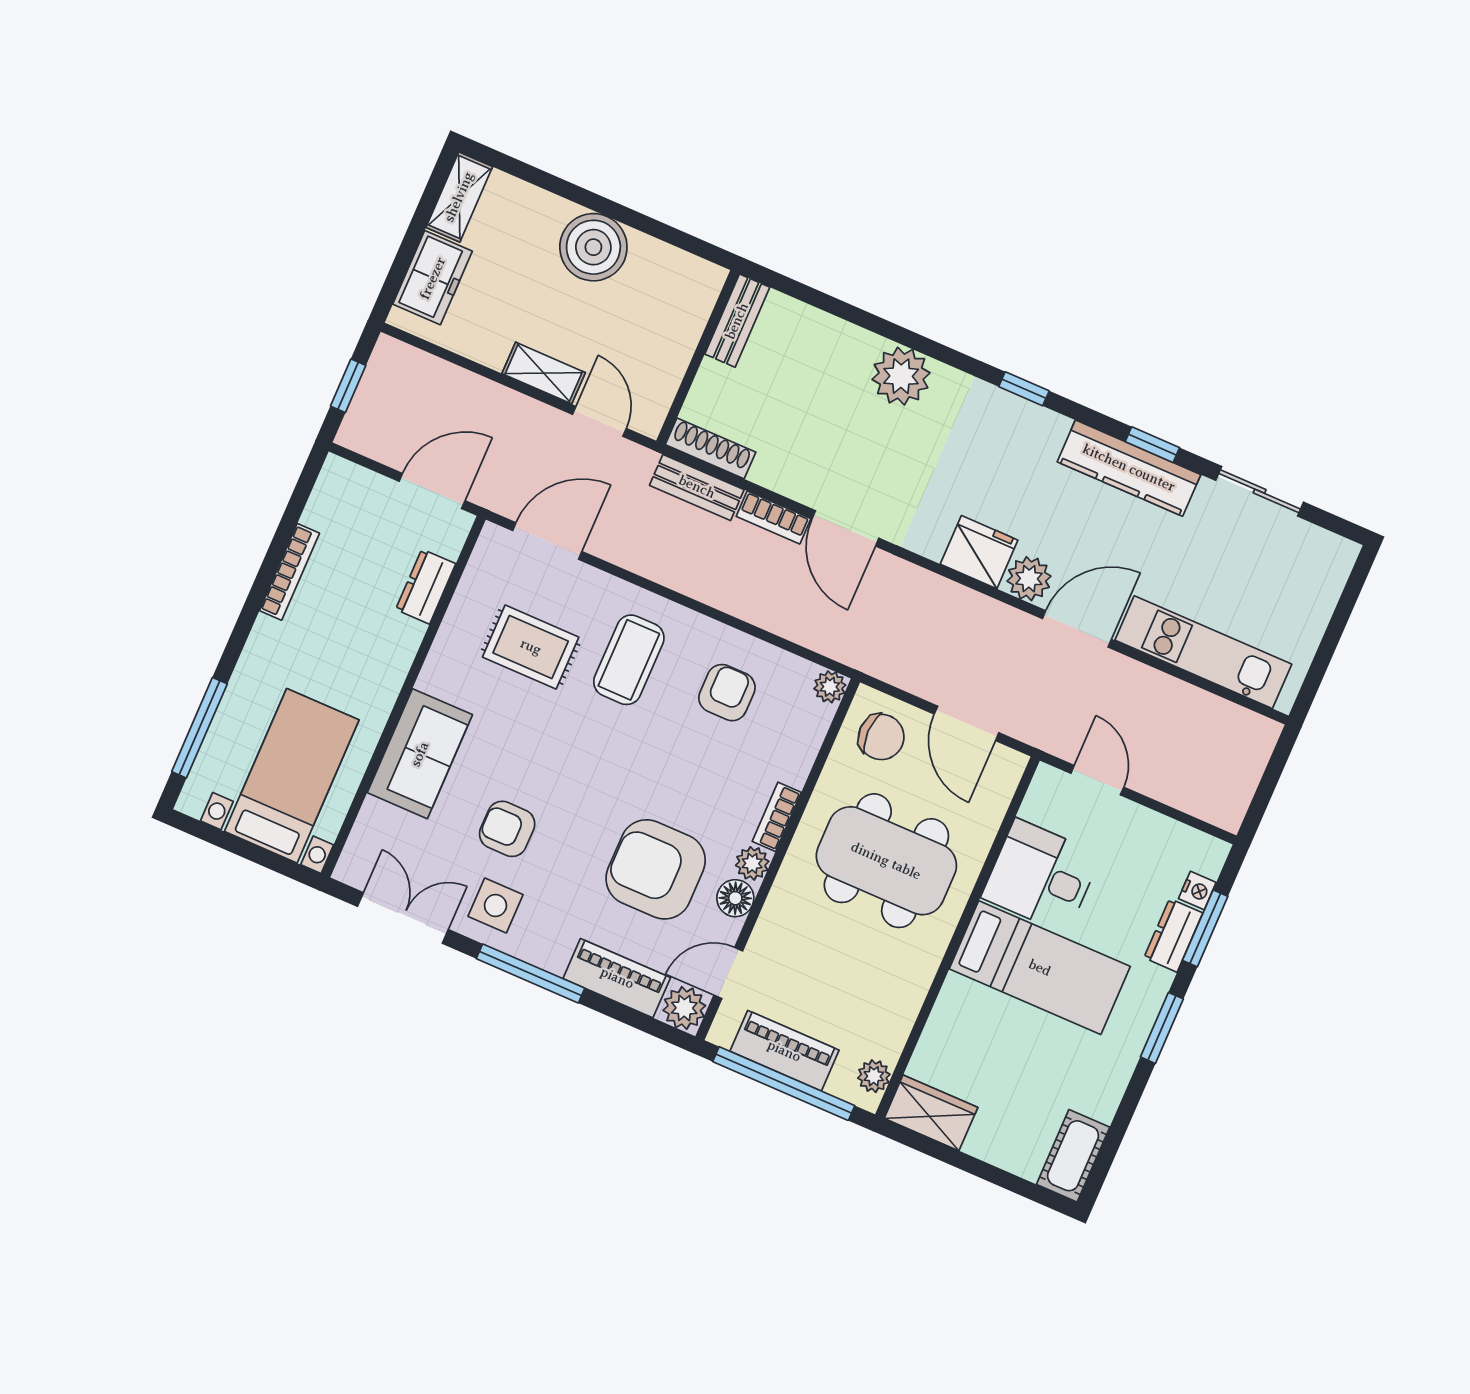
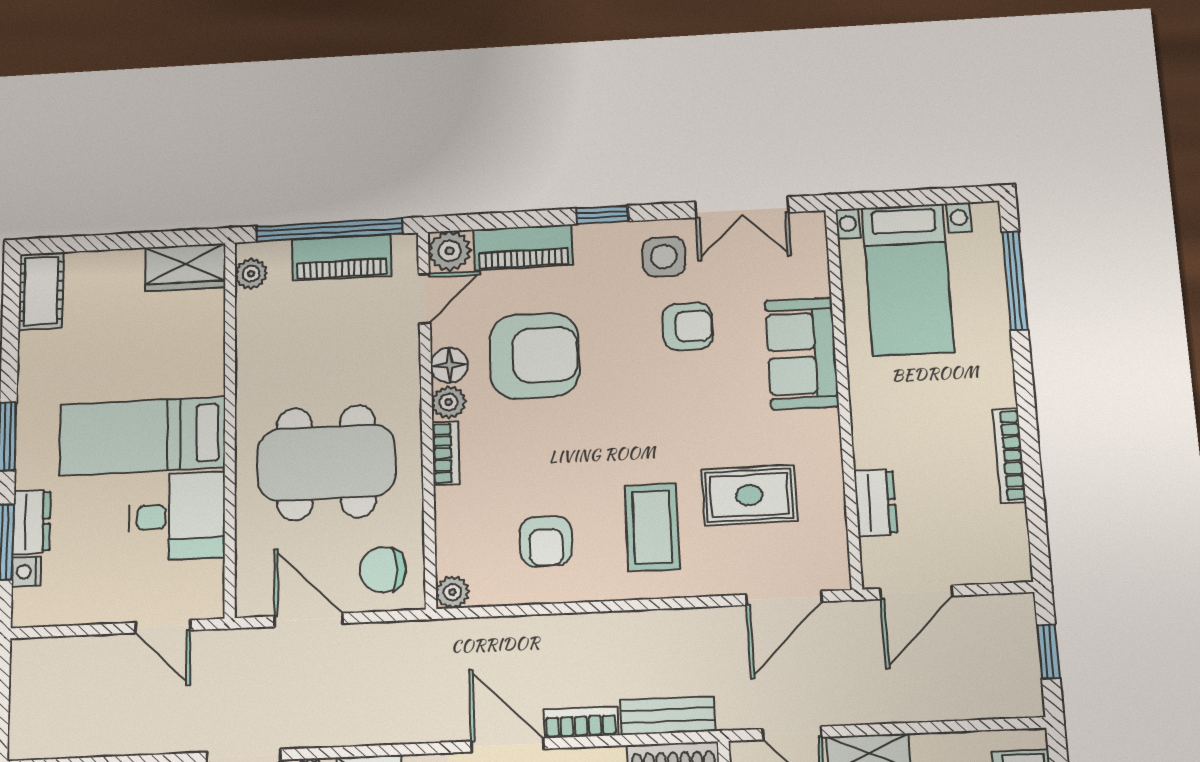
window: (531, 973) -> (603, 215), width x0.46

